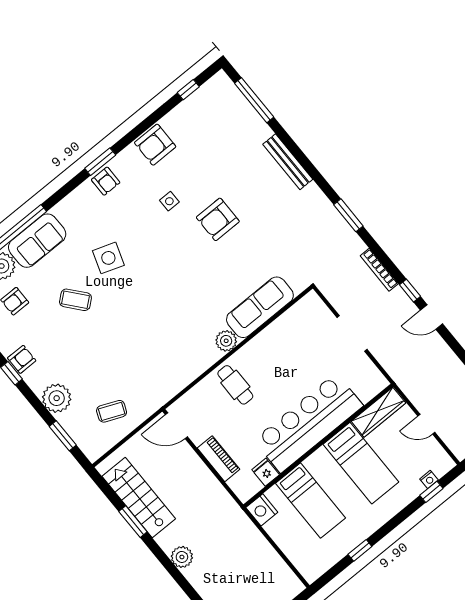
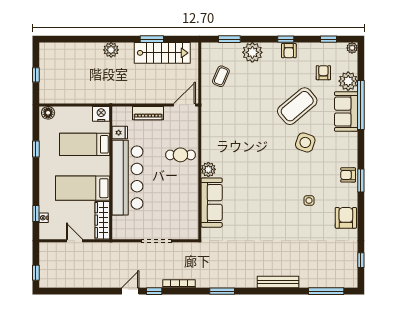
armchair: (218, 219) -> (278, 219), removed
coffee table: (75, 300) -> (297, 106), width x1.86, depth x1.72
door: (426, 424) -> (75, 241), hinge flipped
floor lamp: (309, 570) -> (48, 113), added

